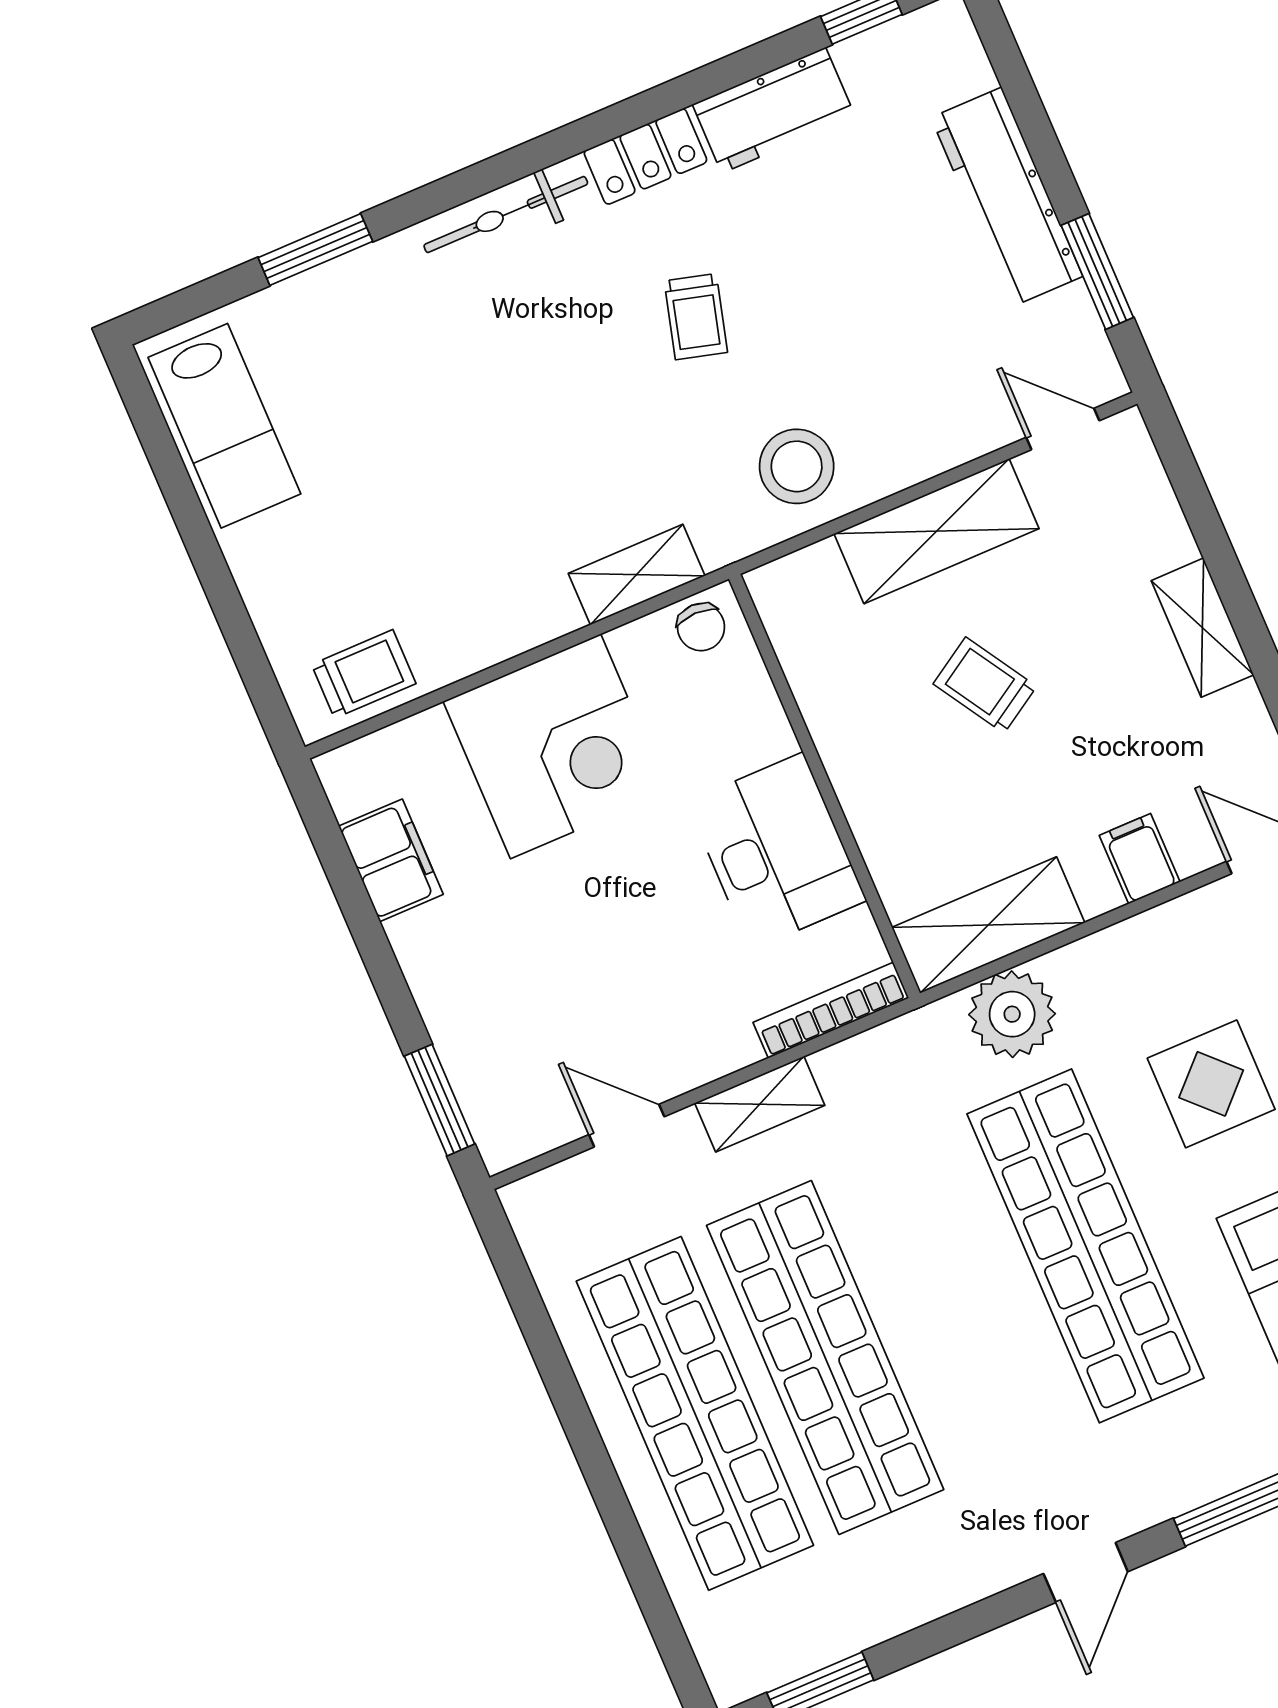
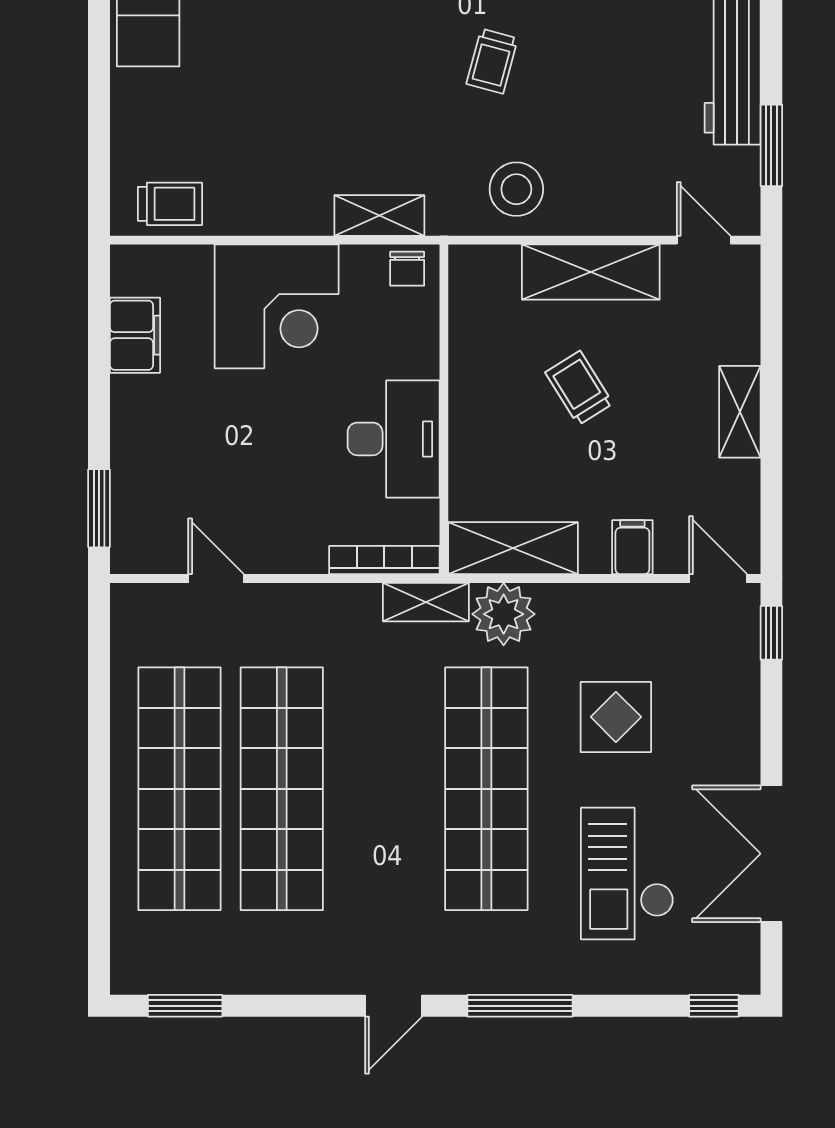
shelving: (760, 1104) -> (426, 602), moved

